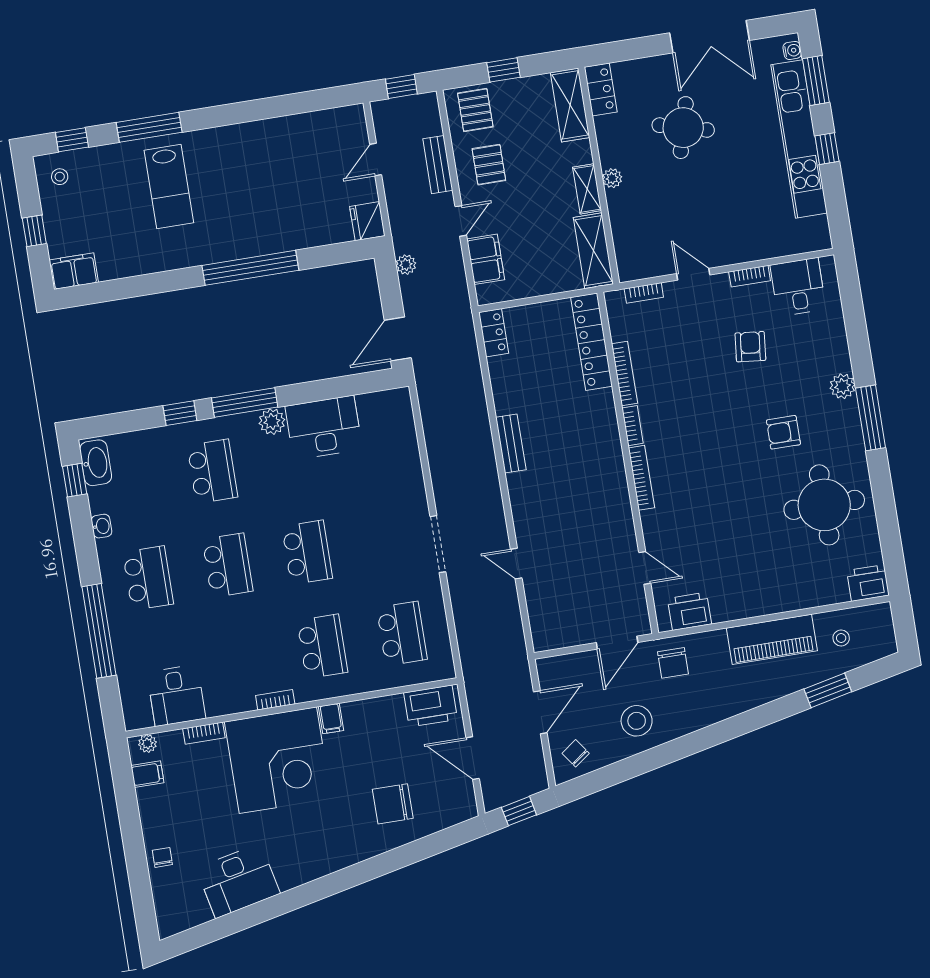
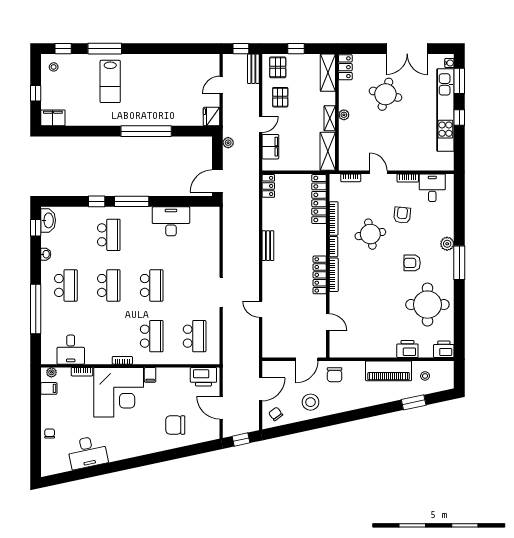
bench: (438, 165) -> (253, 69), moved
round table: (697, 391) -> (370, 234), added
plant: (272, 422) -> (144, 214), removed
locker: (616, 482) -> (320, 275), added
printer: (689, 611) -> (407, 349), moved

